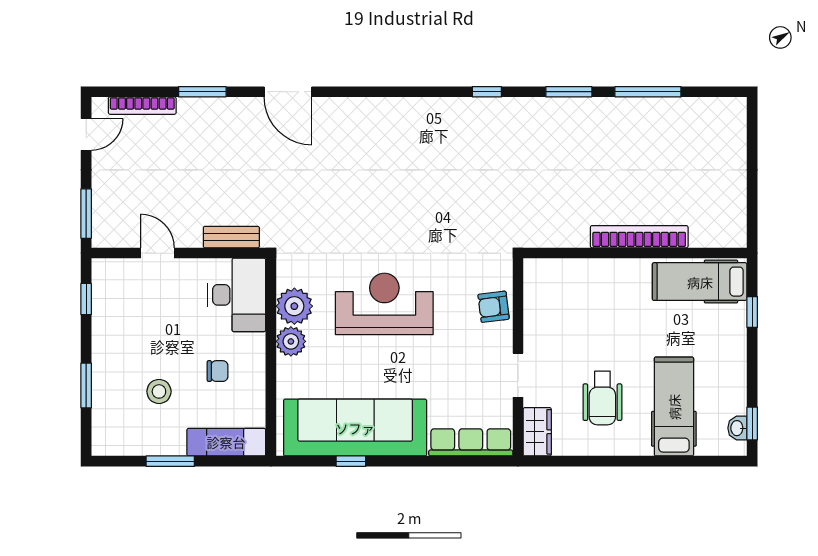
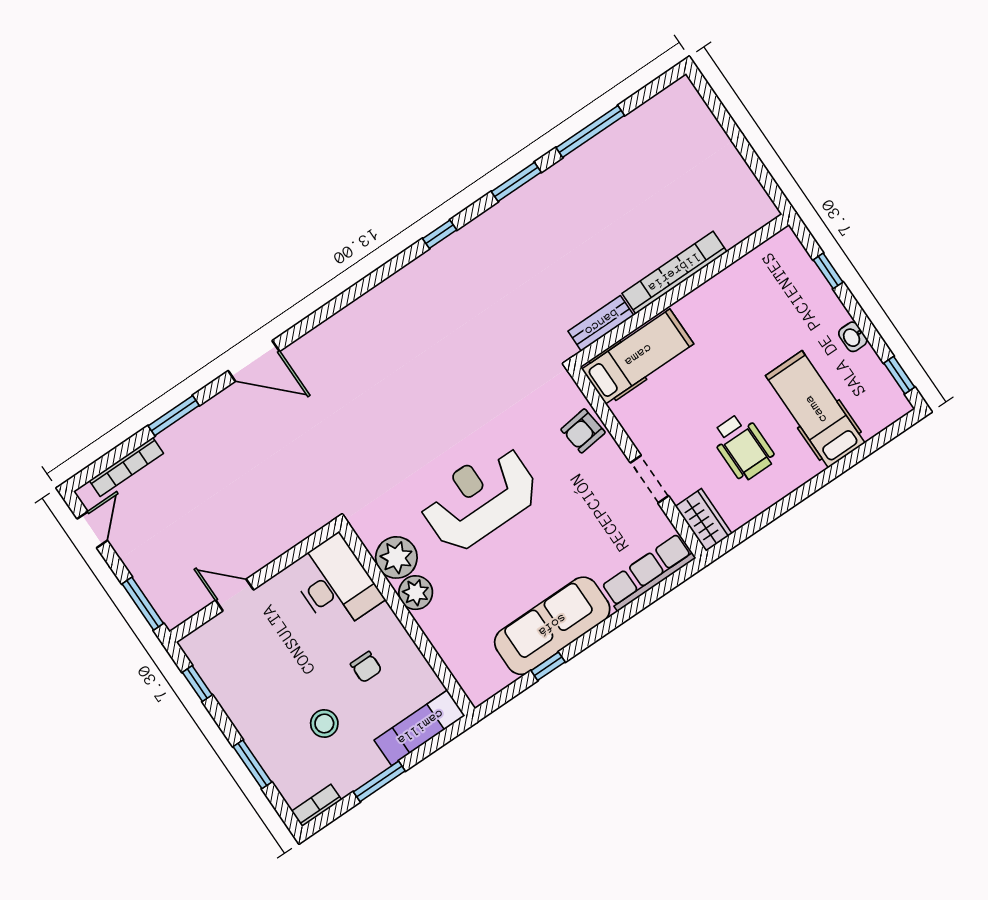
bench: (231, 237) -> (601, 323), moved
hospital bed: (700, 282) -> (638, 356), moved, turned 180
chair: (218, 371) -> (366, 667), turned 90
sofa: (355, 428) -> (552, 626), width x0.74, depth x0.79
washbasin: (737, 428) -> (853, 337), moved
bookcase: (112, 447) -> (317, 805), added

